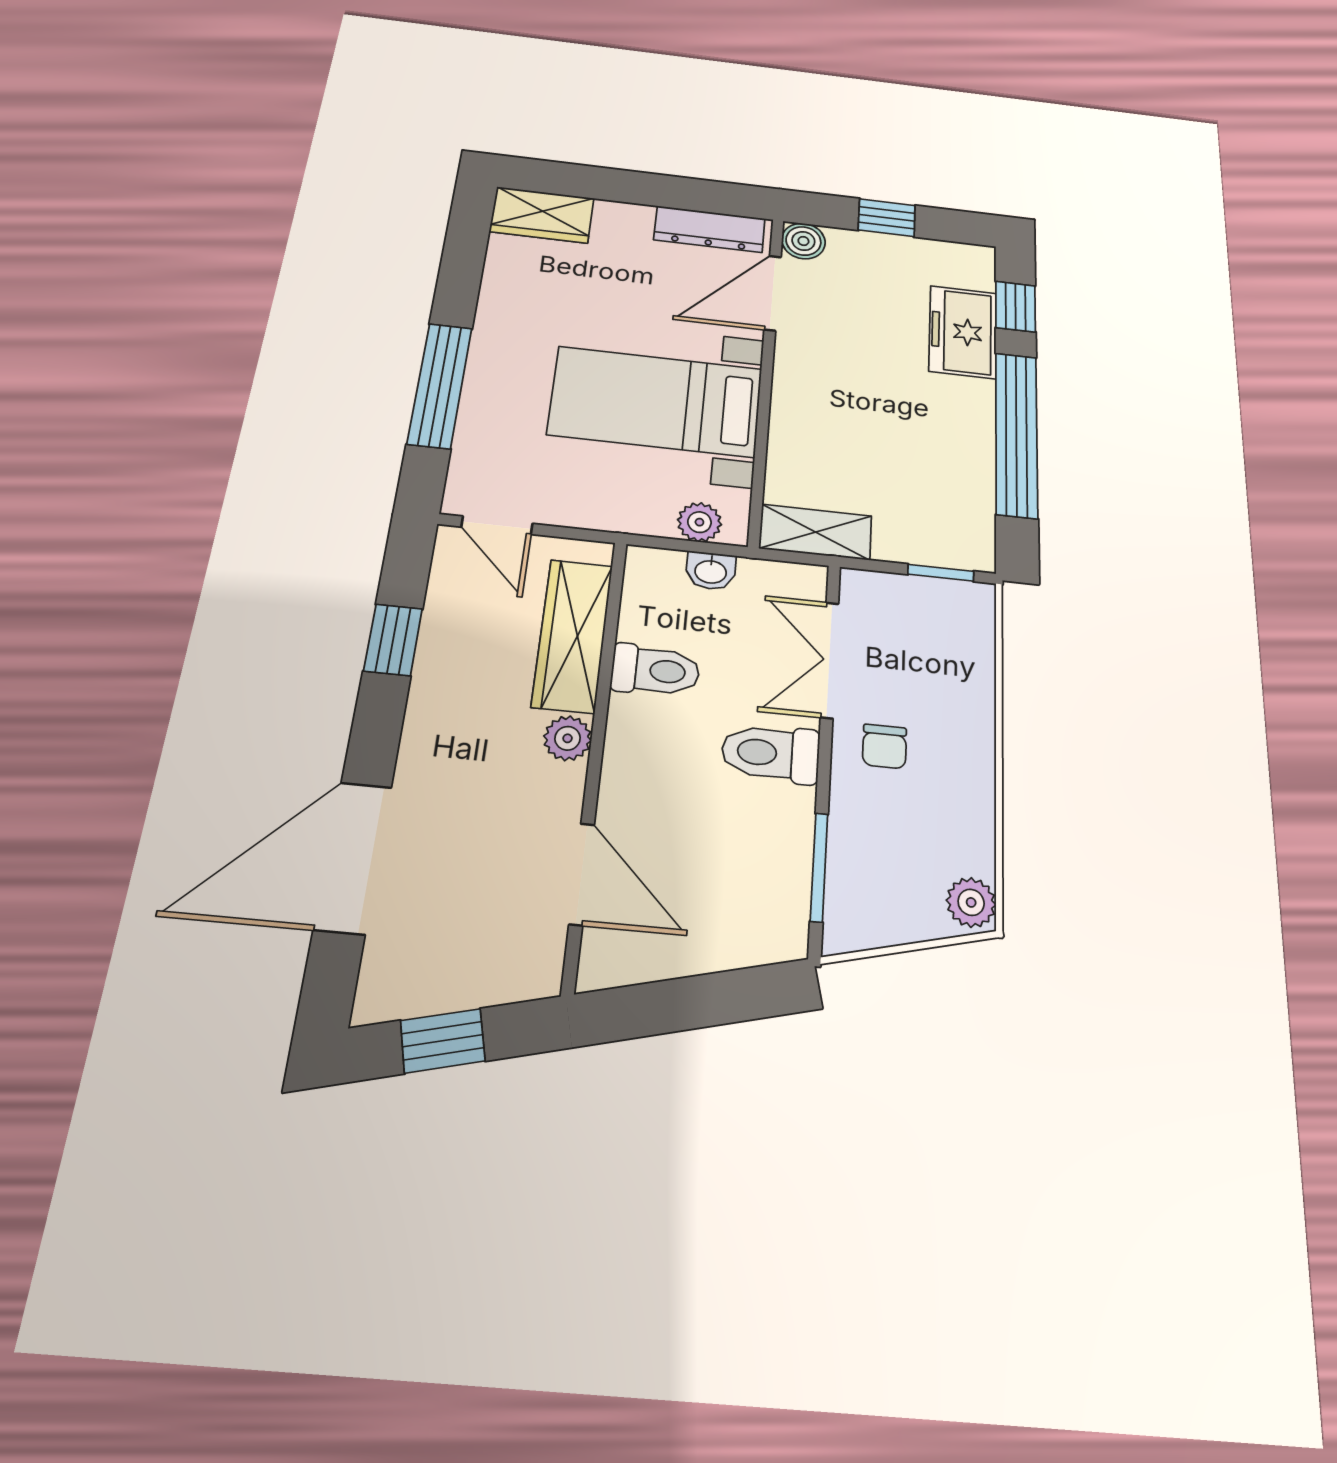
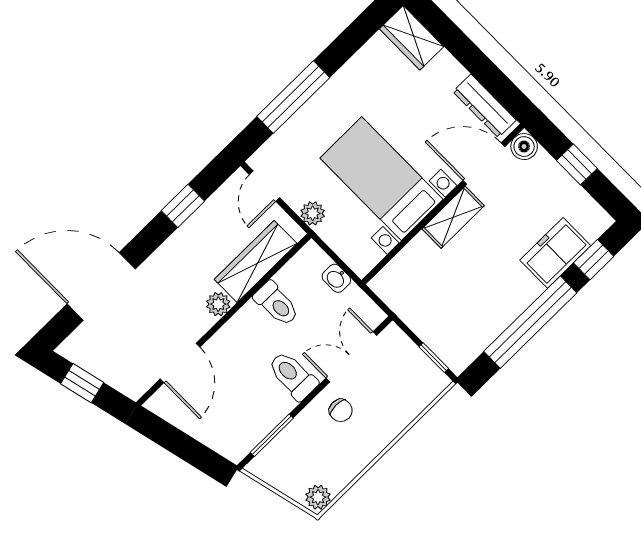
plant: (699, 522) -> (313, 213), moved
shelving: (816, 532) -> (453, 217), moved, turned 90
chair: (884, 746) -> (341, 410), turned -90

